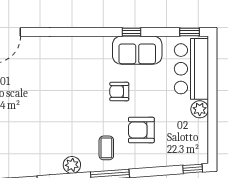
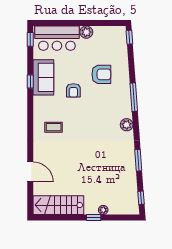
armchair: (141, 130) -> (101, 74), turned -90
coffee table: (106, 148) -> (54, 127), moved

